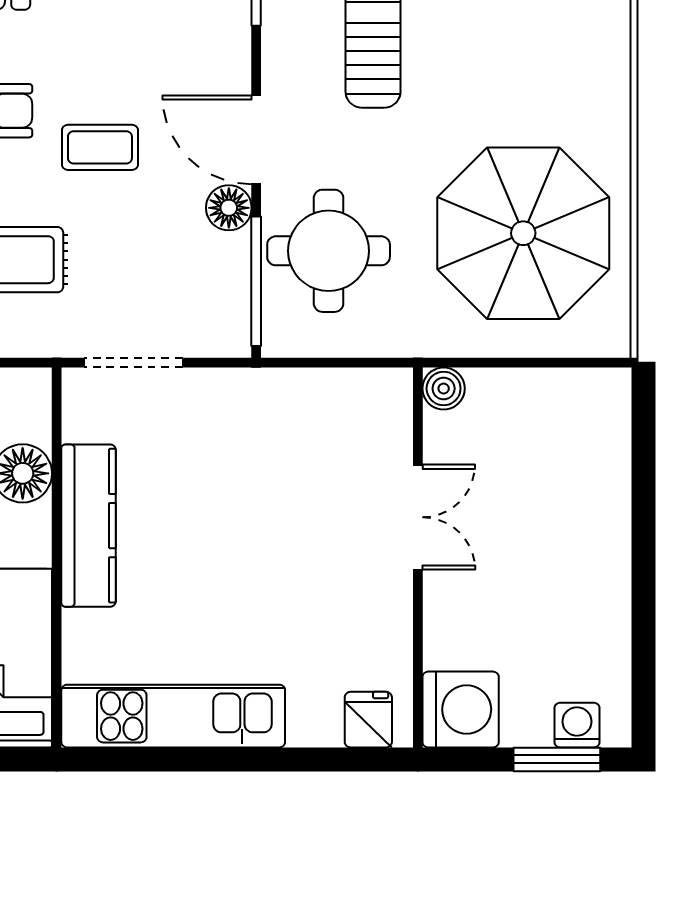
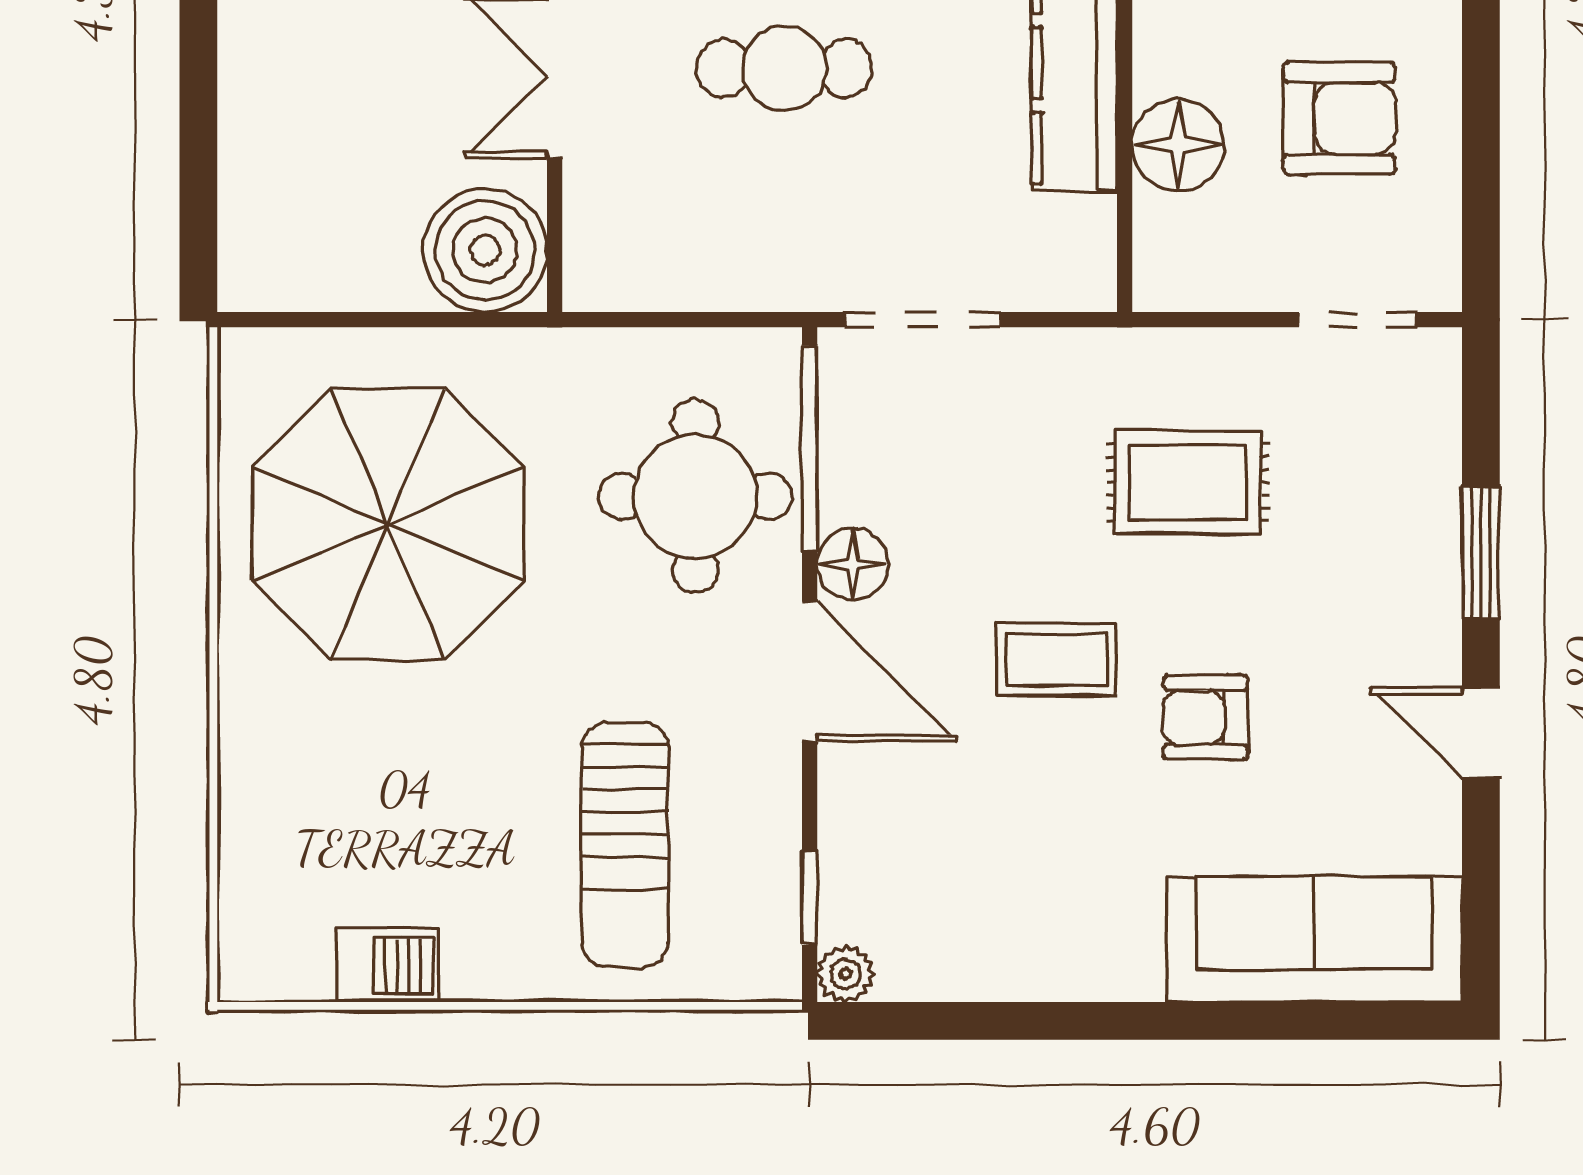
doorway: (133, 363) -> (922, 320), moved
boiler: (444, 389) -> (485, 250), width x1.86, depth x1.86
cafe table: (272, 522) -> (784, 68), added

